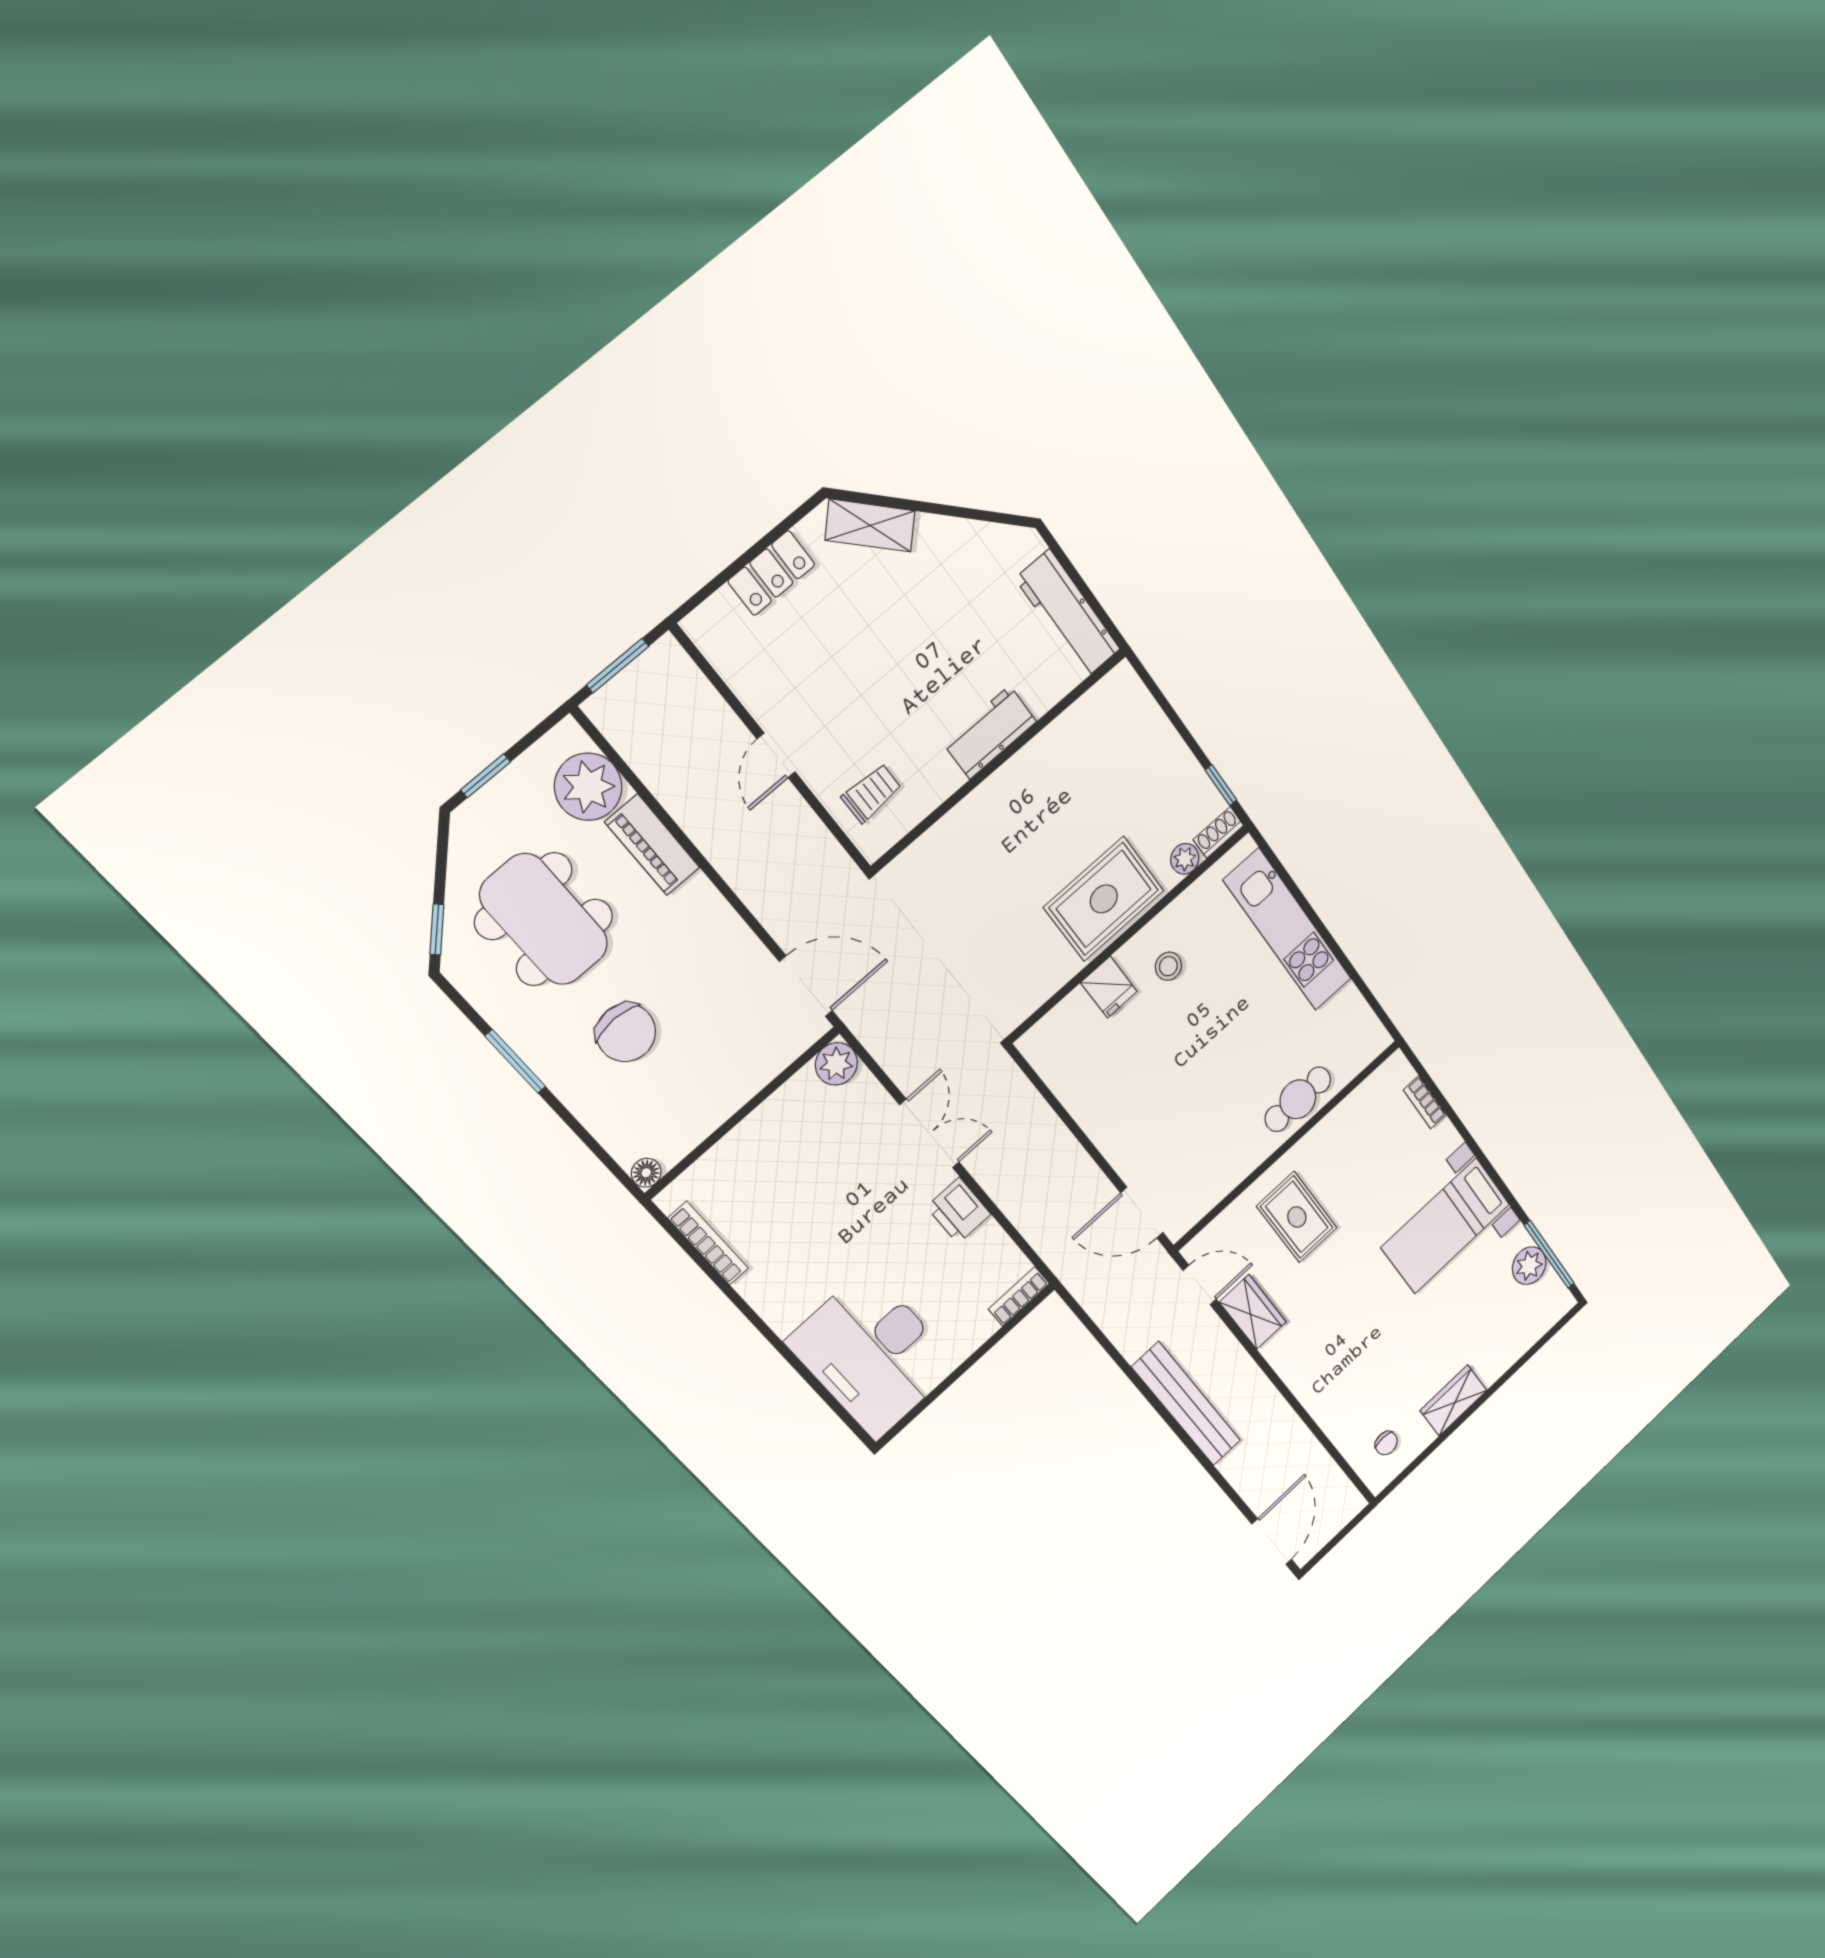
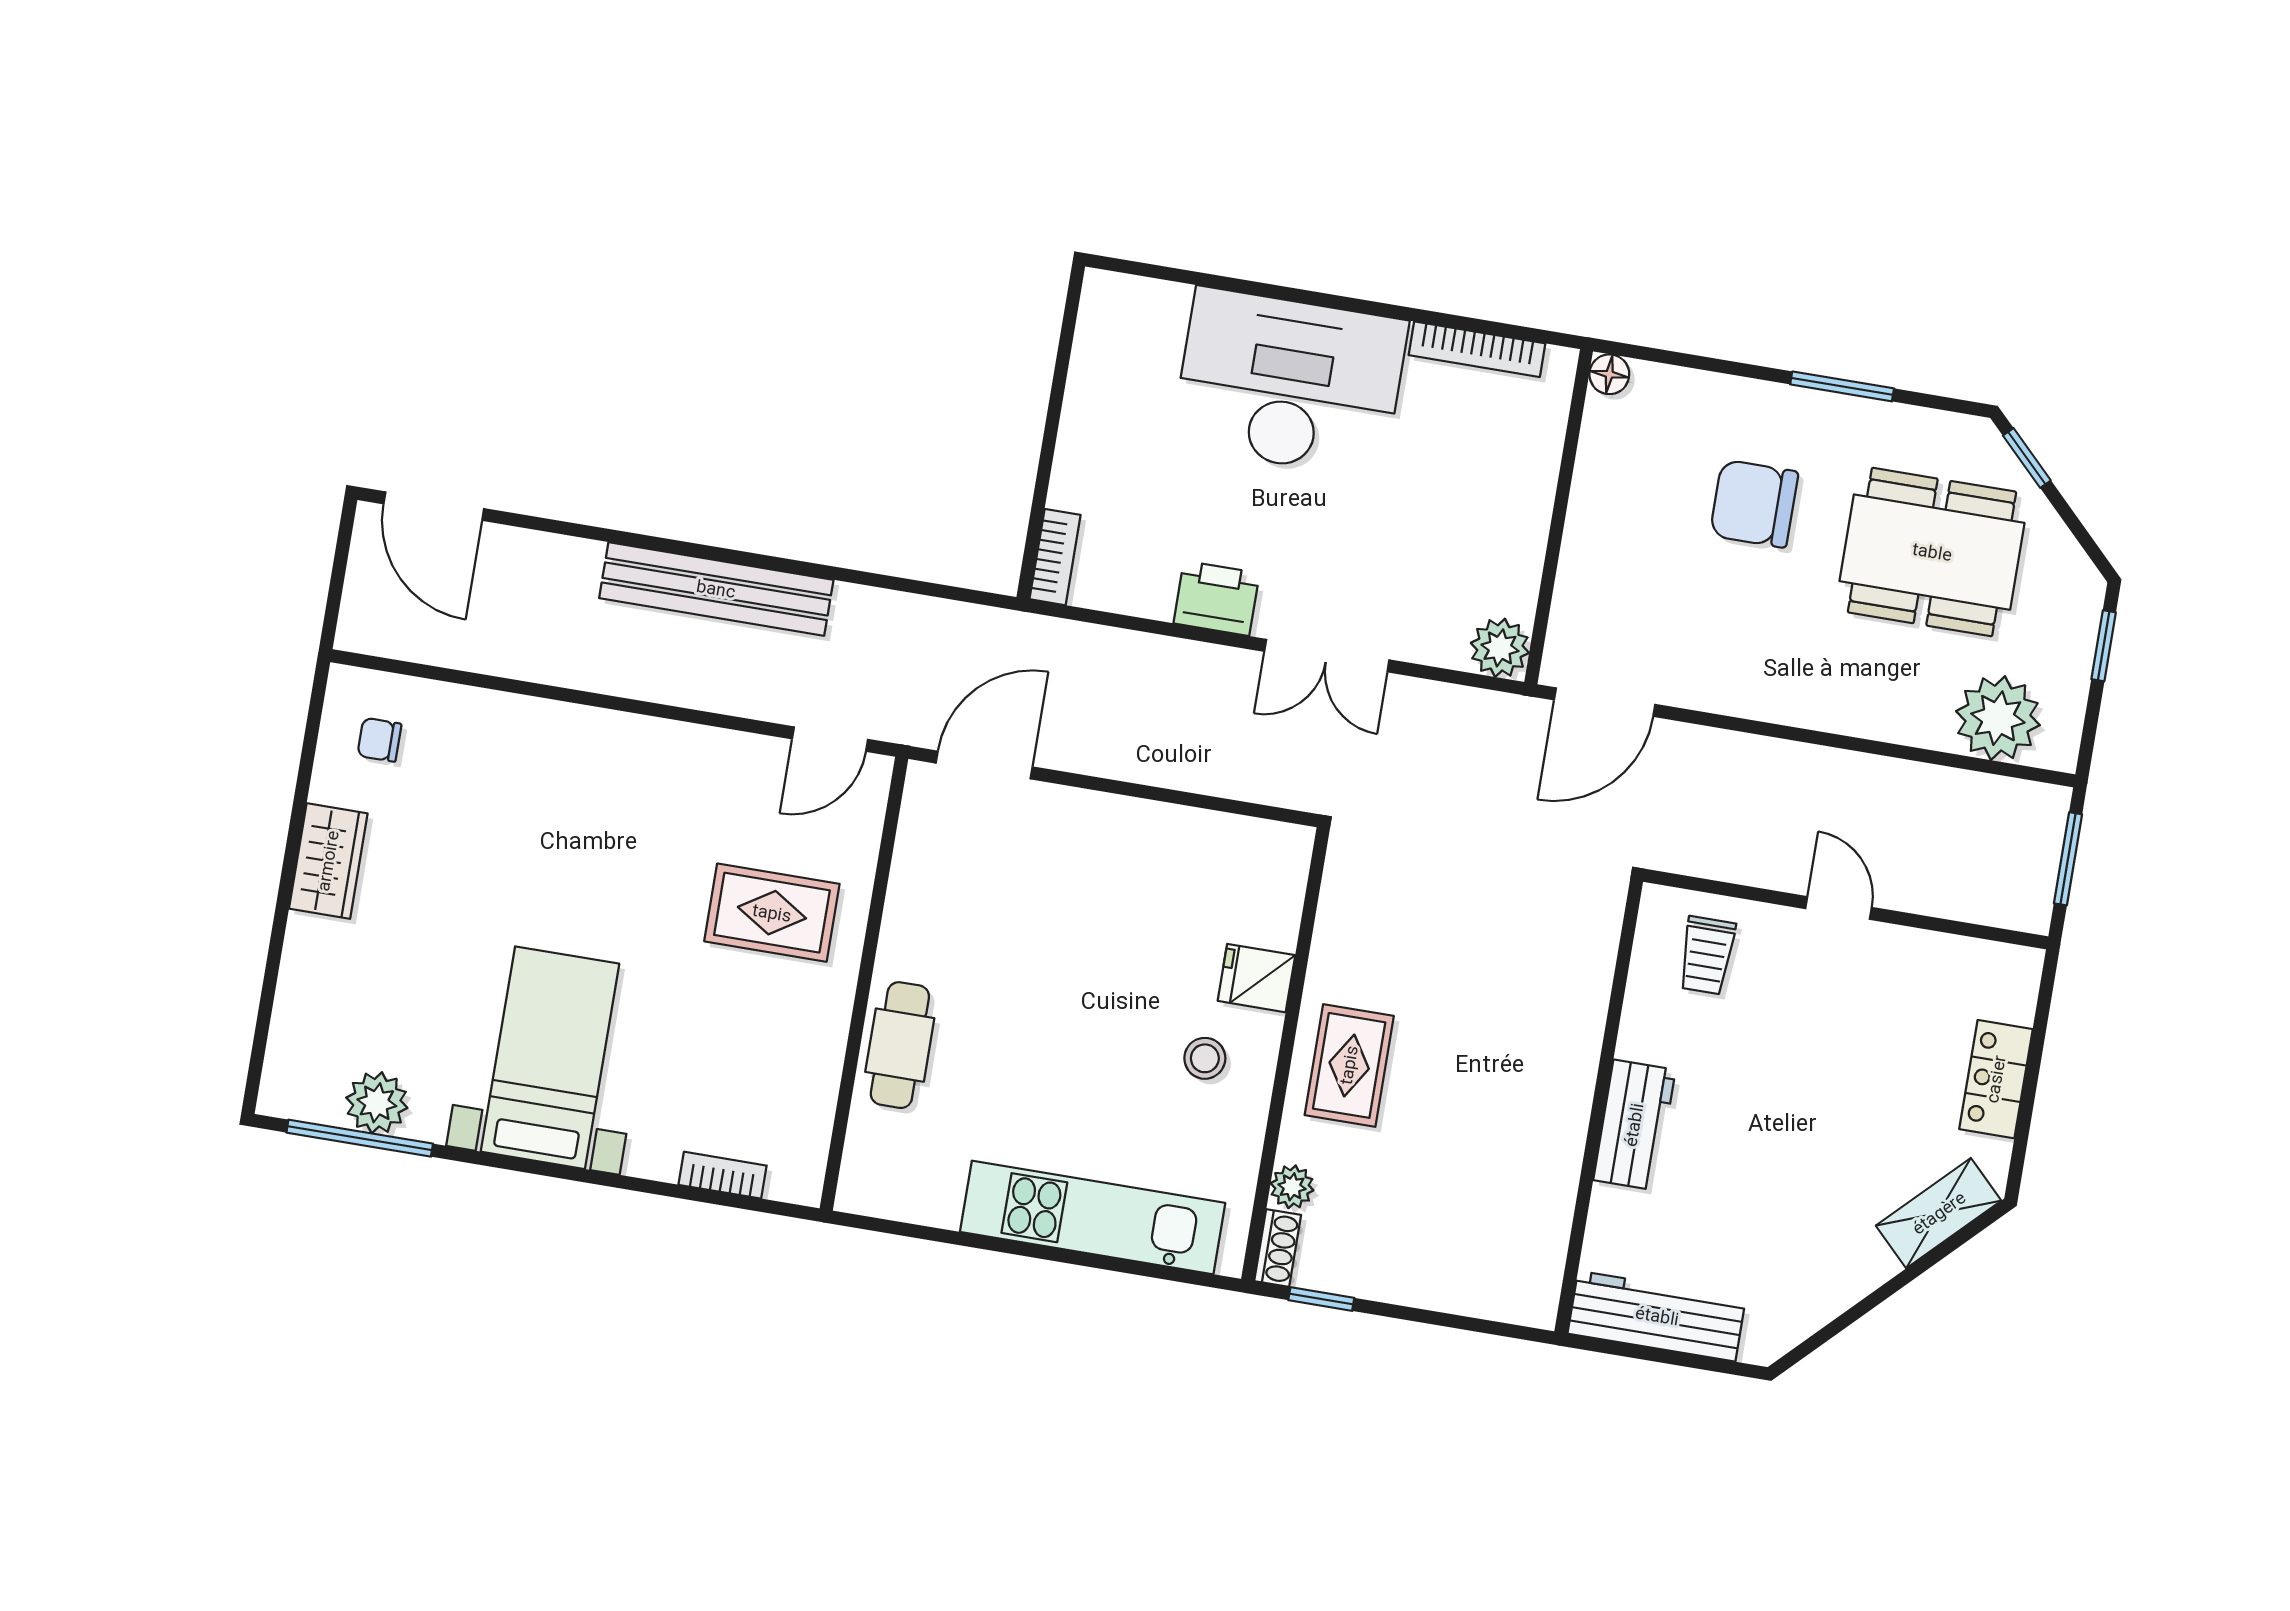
piano: (652, 845) -> (1887, 714), removed
rug: (1104, 899) -> (1349, 1065), width x0.73, depth x0.70
wardrobe: (1253, 1312) -> (727, 760), removed
desk: (873, 1354) -> (1290, 383), moved

